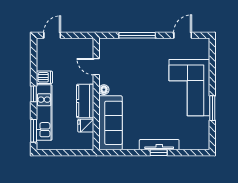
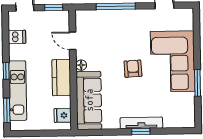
window: (79, 35) -> (54, 7), added
dishwasher: (44, 77) -> (17, 37), moved
armchair: (152, 94) -> (133, 69), added
fridge: (86, 126) -> (63, 115), moved

